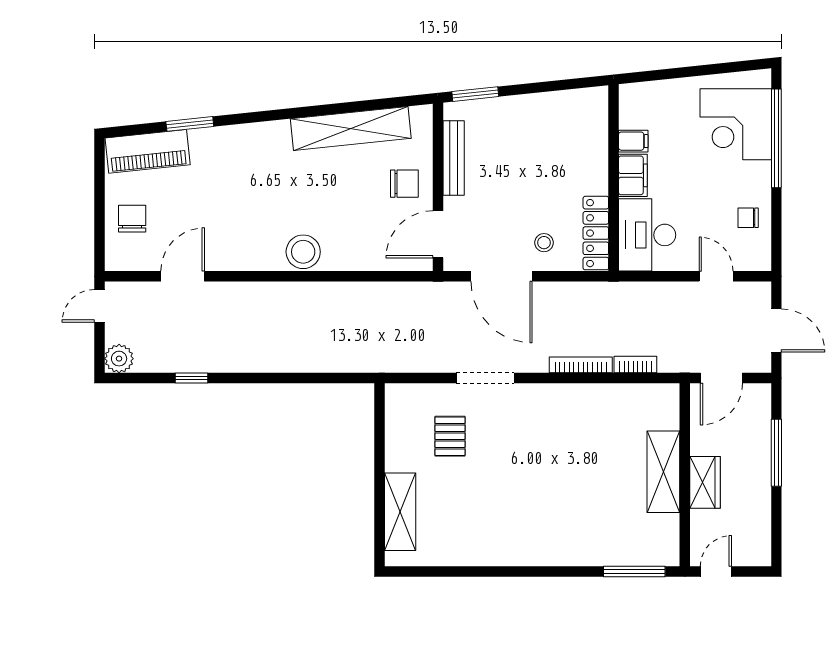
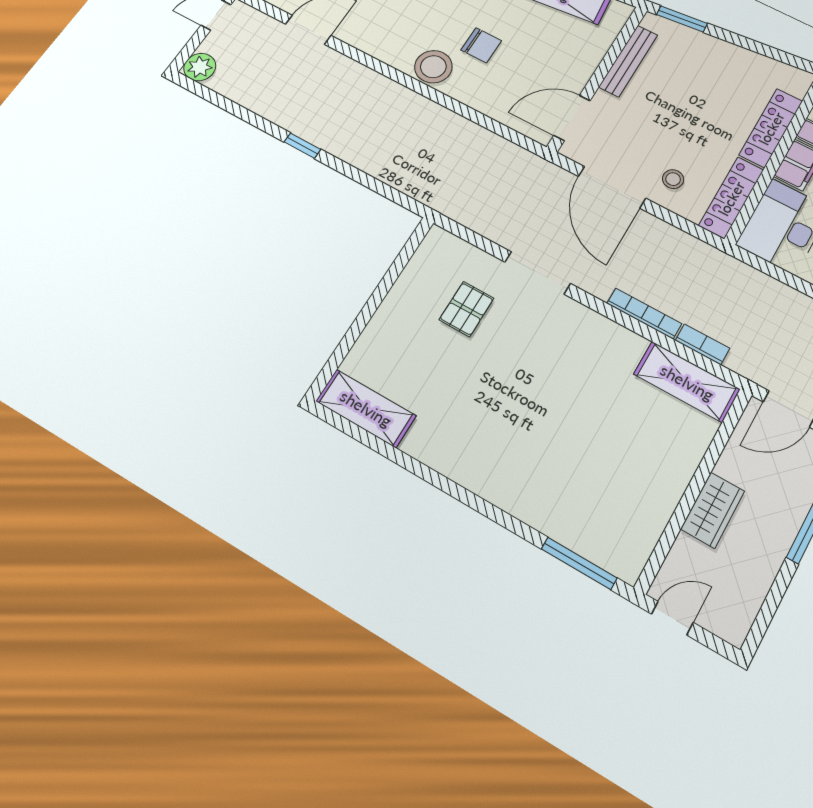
locker: (596, 155) -> (771, 128), added
chair: (404, 184) -> (481, 45), moved
window: (192, 378) -> (302, 146), moved
shelving: (663, 472) -> (687, 382), moved, turned 90
shelving: (400, 512) -> (366, 408), moved, turned 90

